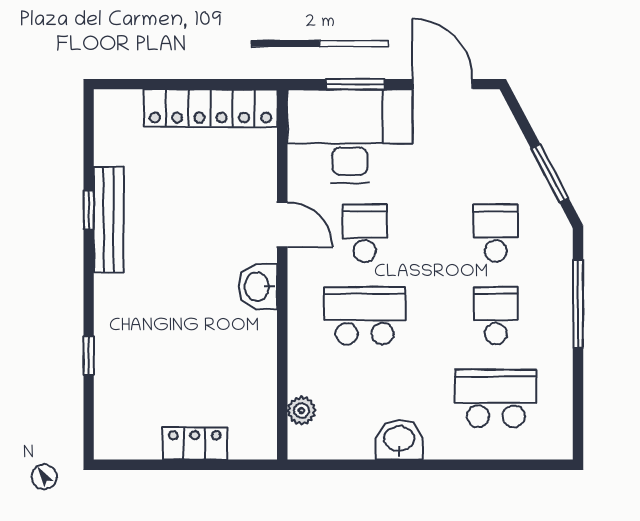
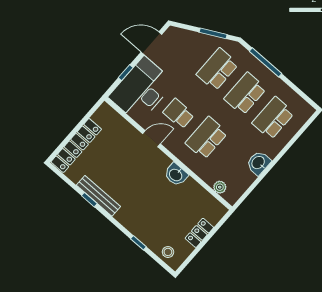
window: (355, 84) -> (126, 73), width x0.67
locker: (210, 108) -> (76, 145), moved
school desk: (496, 233) -> (217, 69), width x1.85
washbasin: (258, 287) -> (176, 175), moved
school desk: (496, 316) -> (245, 94), width x1.85
stool: (116, 419) -> (168, 252), added

